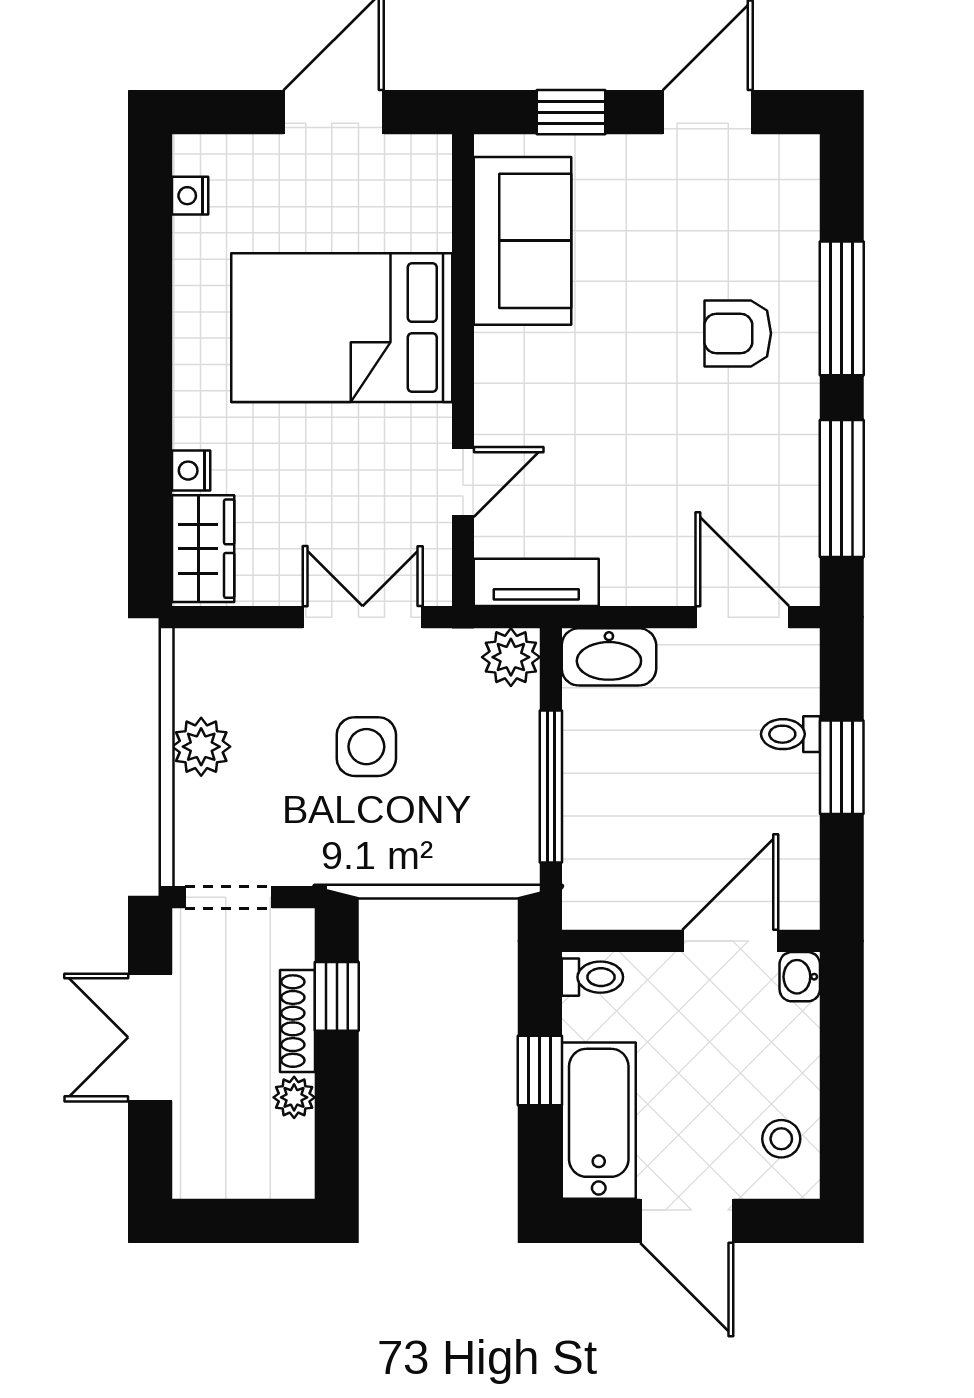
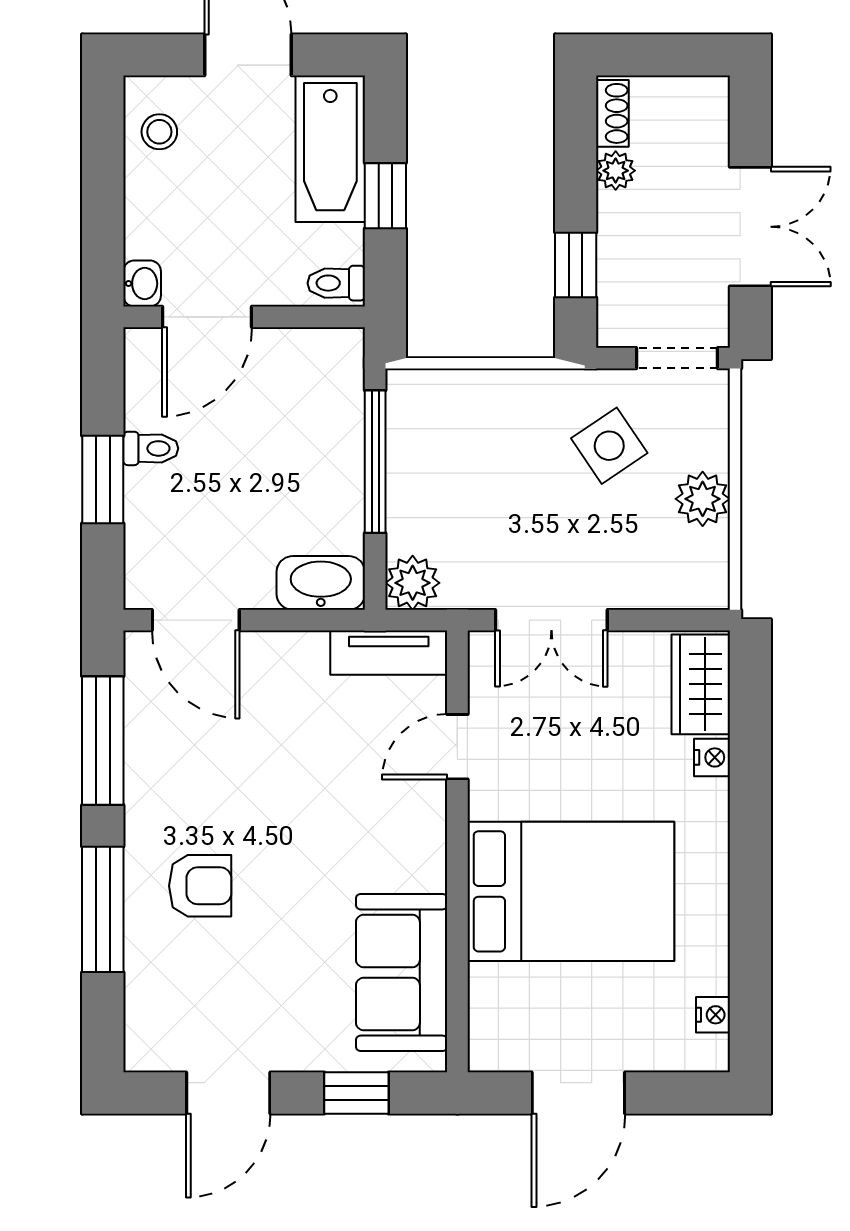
toilet: (790, 734) -> (151, 448), moved
side table: (366, 747) -> (609, 446), moved, turned -34
shoe rack: (297, 1021) -> (612, 113), moved, width x0.70

